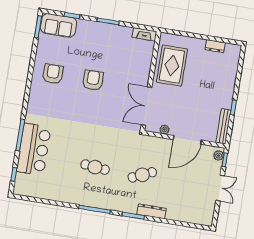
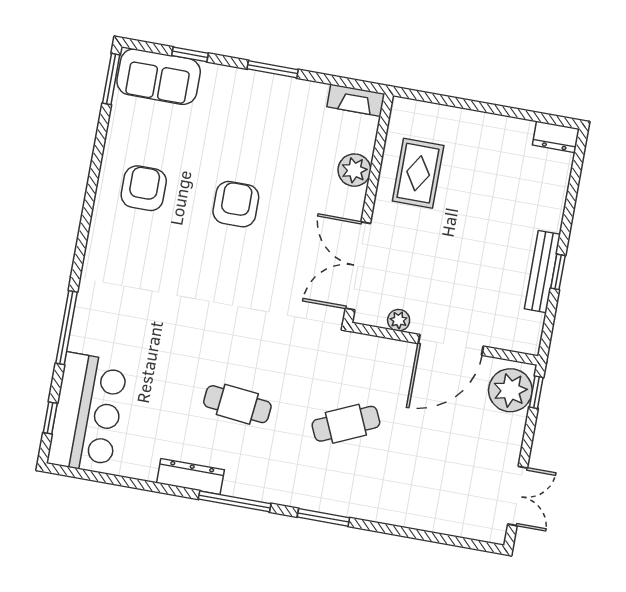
dresser: (215, 46) -> (556, 137), moved
plant: (144, 65) -> (354, 170), added
rug: (172, 66) -> (418, 173), width x0.73, depth x0.70
bench: (223, 126) -> (542, 272), moved
bar counter: (34, 149) -> (87, 413), moved
plant: (219, 156) -> (510, 390), width x1.88, depth x1.88
double door: (220, 188) -> (518, 496), moved
dresser: (151, 211) -> (190, 476), moved

